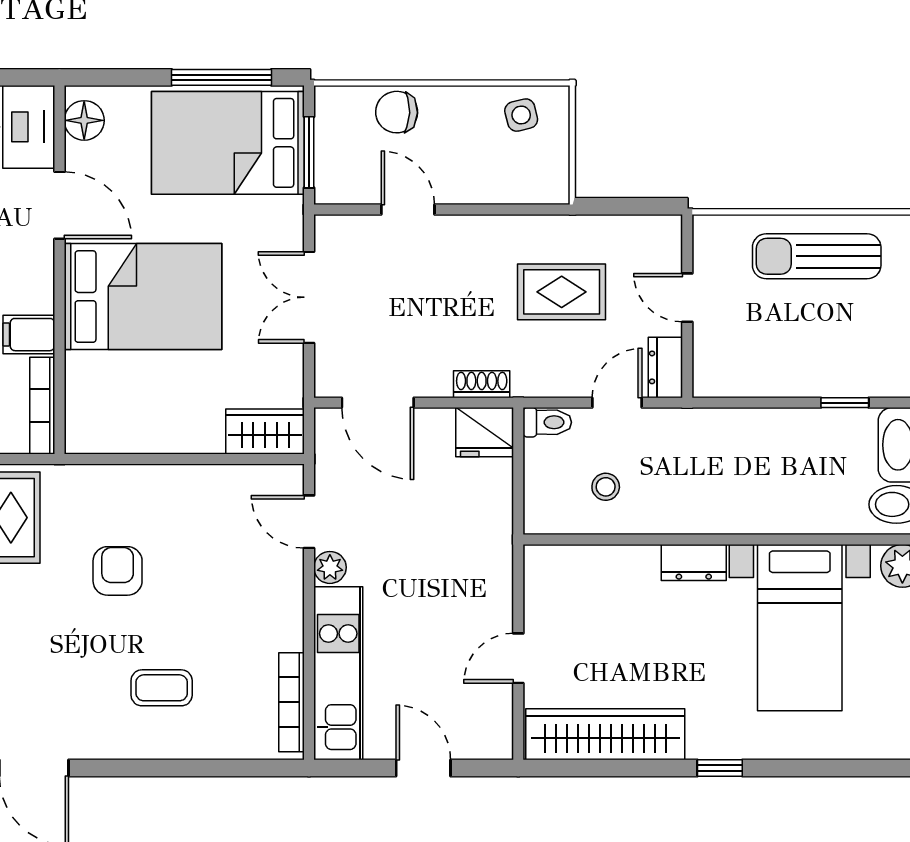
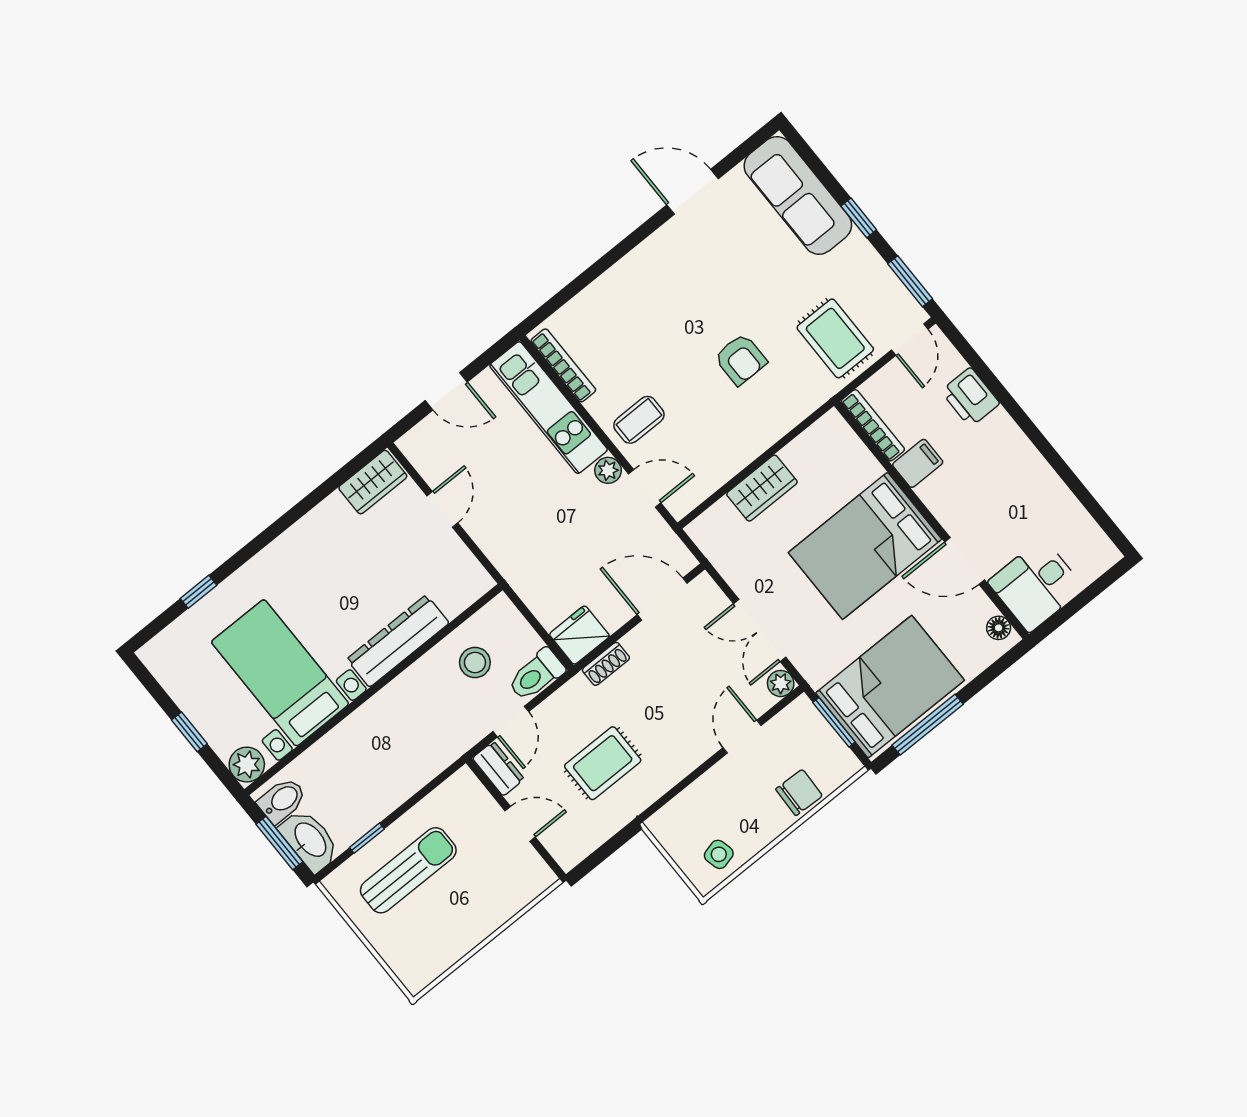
floor lamp: (84, 120) -> (999, 628), width x0.73, depth x0.73
door: (408, 209) -> (742, 737), swing flipped
plant: (330, 230) -> (781, 683), added
sun lounger: (817, 256) -> (408, 870), moved
double door: (309, 297) -> (760, 630), swing flipped
toilet: (547, 422) -> (536, 675), width x1.37, depth x1.39
wardrobe: (265, 431) -> (762, 488), moved
stool: (606, 487) -> (475, 662), width x1.37, depth x1.37
dresser: (694, 562) -> (398, 641), width x1.96, depth x1.24
coffee table: (162, 688) -> (639, 420), moved
wardrobe: (605, 734) -> (373, 482), width x0.48, depth x0.85
window: (720, 768) -> (199, 592), moved

